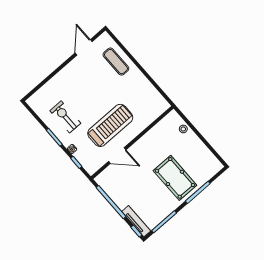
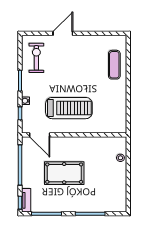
door: (84, 47) -> (63, 33), moved
exercise bike: (65, 117) -> (36, 58), moved
door: (117, 156) -> (40, 135), moved
pool table: (175, 178) -> (64, 173), moved, turned 90
tv unit: (136, 221) -> (26, 200), width x0.71

